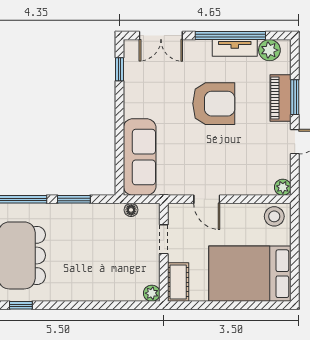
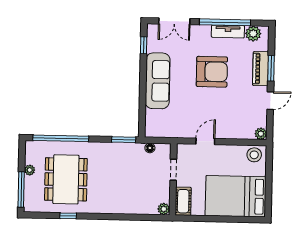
sofa: (140, 157) -> (158, 81), moved
window: (74, 199) -> (124, 140), moved
door: (207, 199) -> (205, 141), swing flipped

